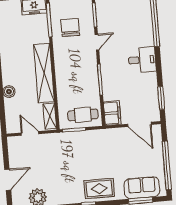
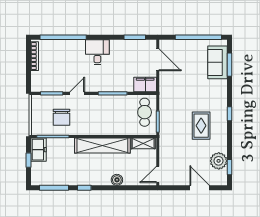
chair: (70, 27) -> (61, 117), turned -90
door: (97, 42) -> (77, 93), hinge flipped
door: (139, 124) -> (158, 60), hinge flipped
door: (30, 133) -> (158, 174), moved
rug: (99, 188) -> (201, 126), moved

